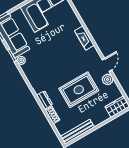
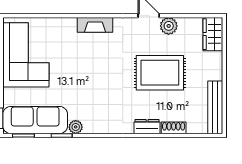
rug: (79, 90) -> (160, 73), turned 90

